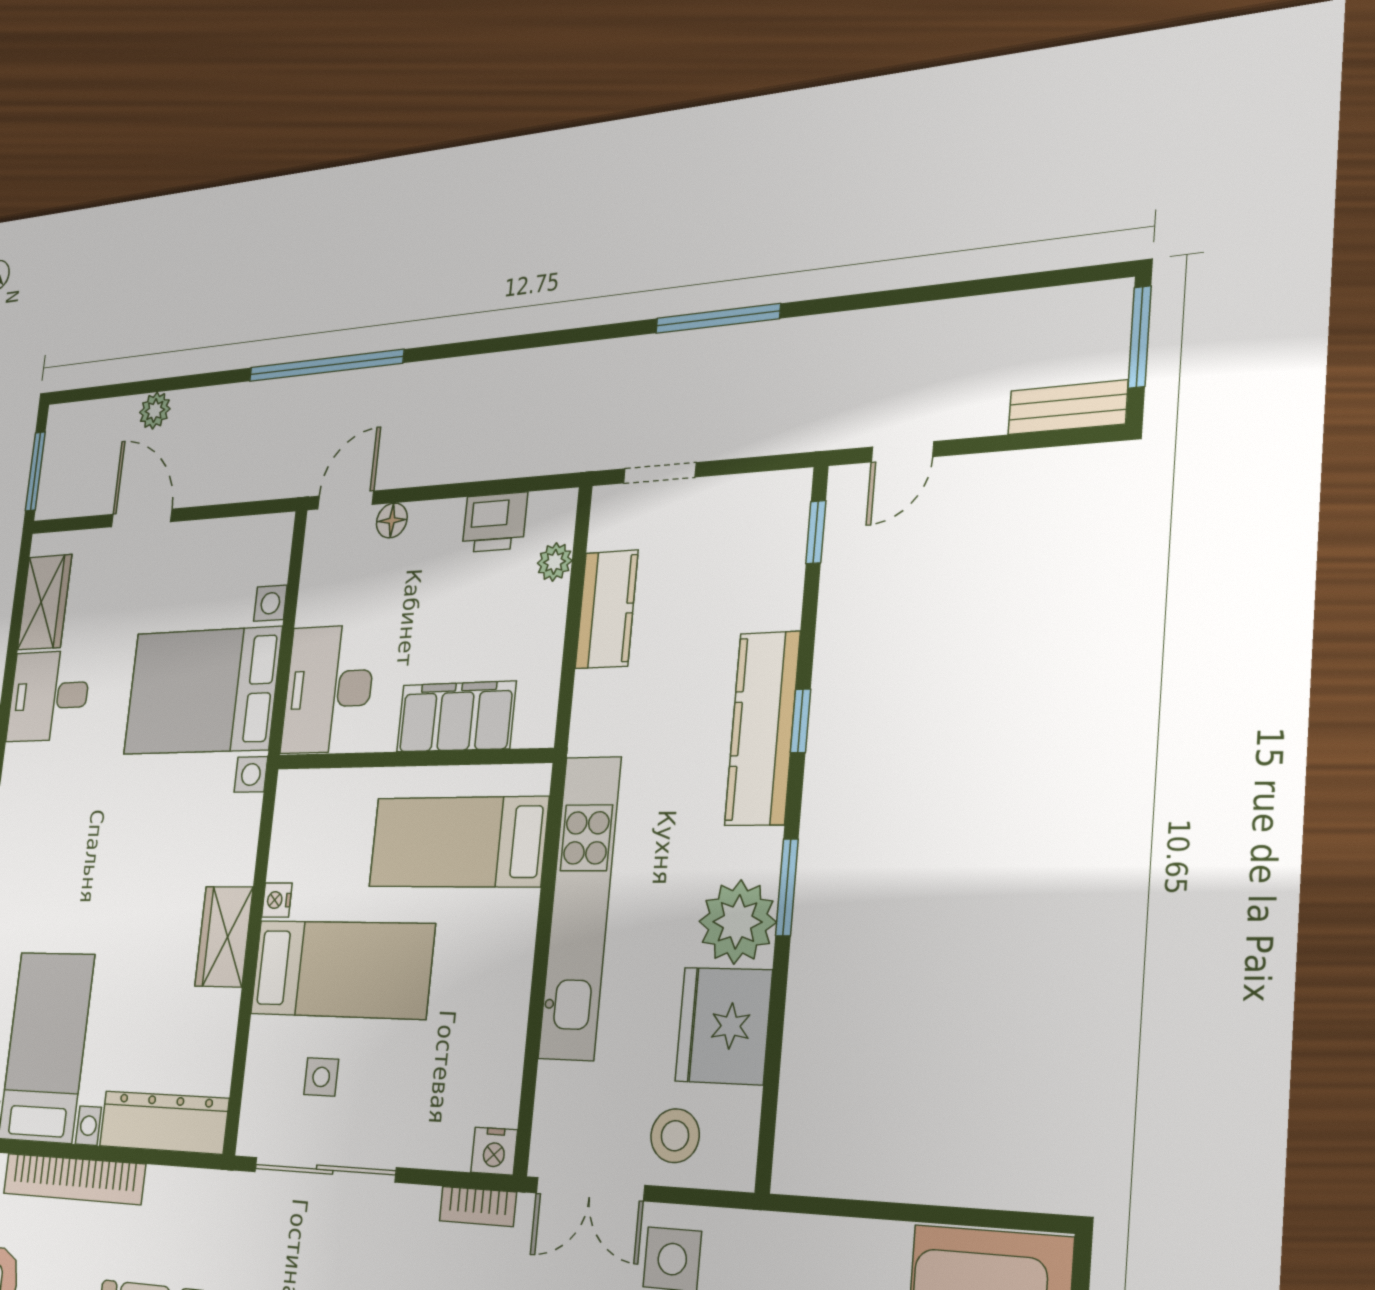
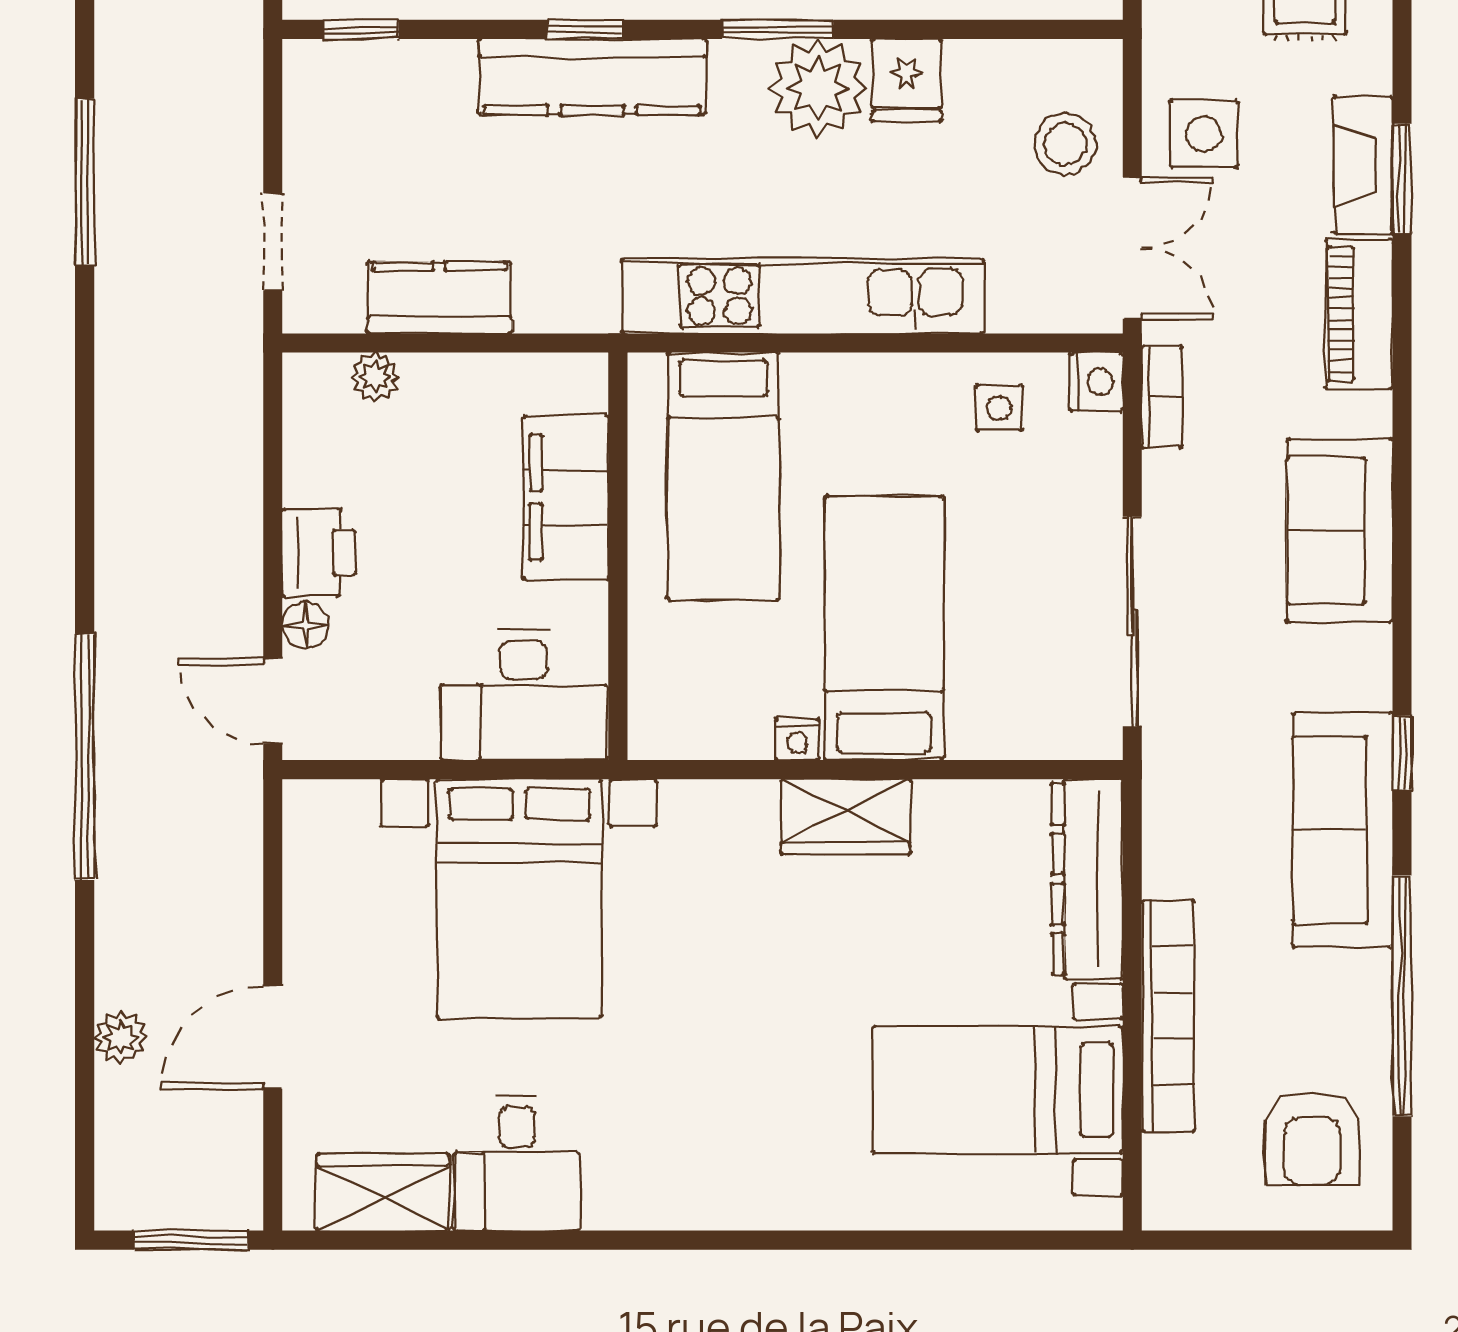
printer: (495, 522) -> (319, 553), moved
fridge: (724, 1026) -> (907, 80), width x0.53, depth x0.75
side table: (321, 1077) -> (999, 408), moved

